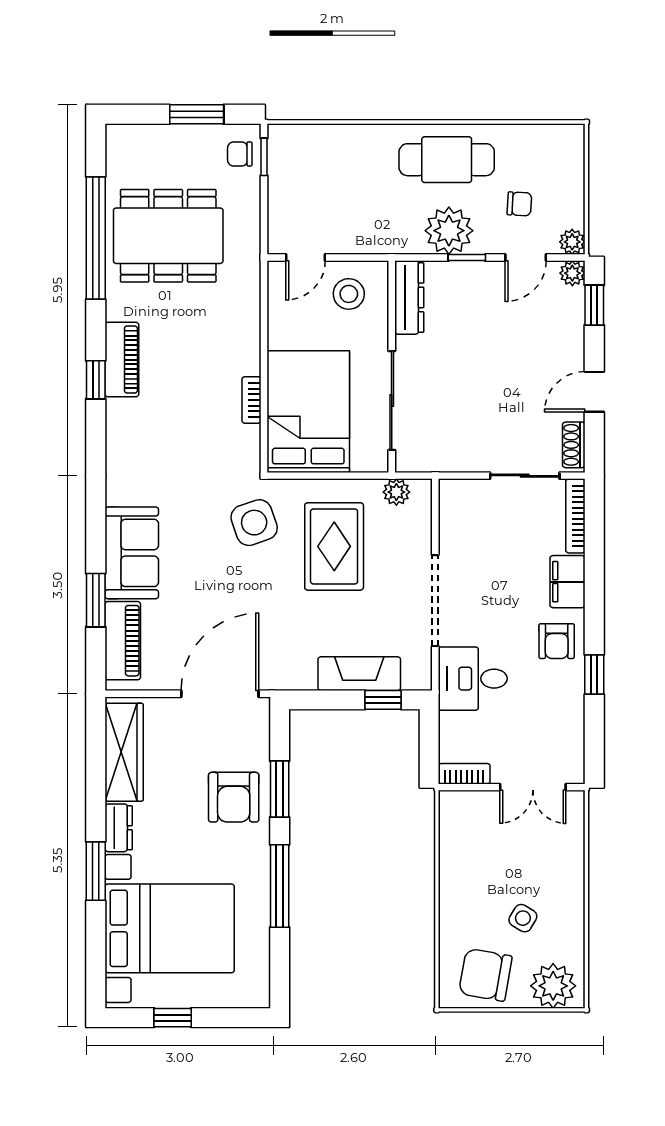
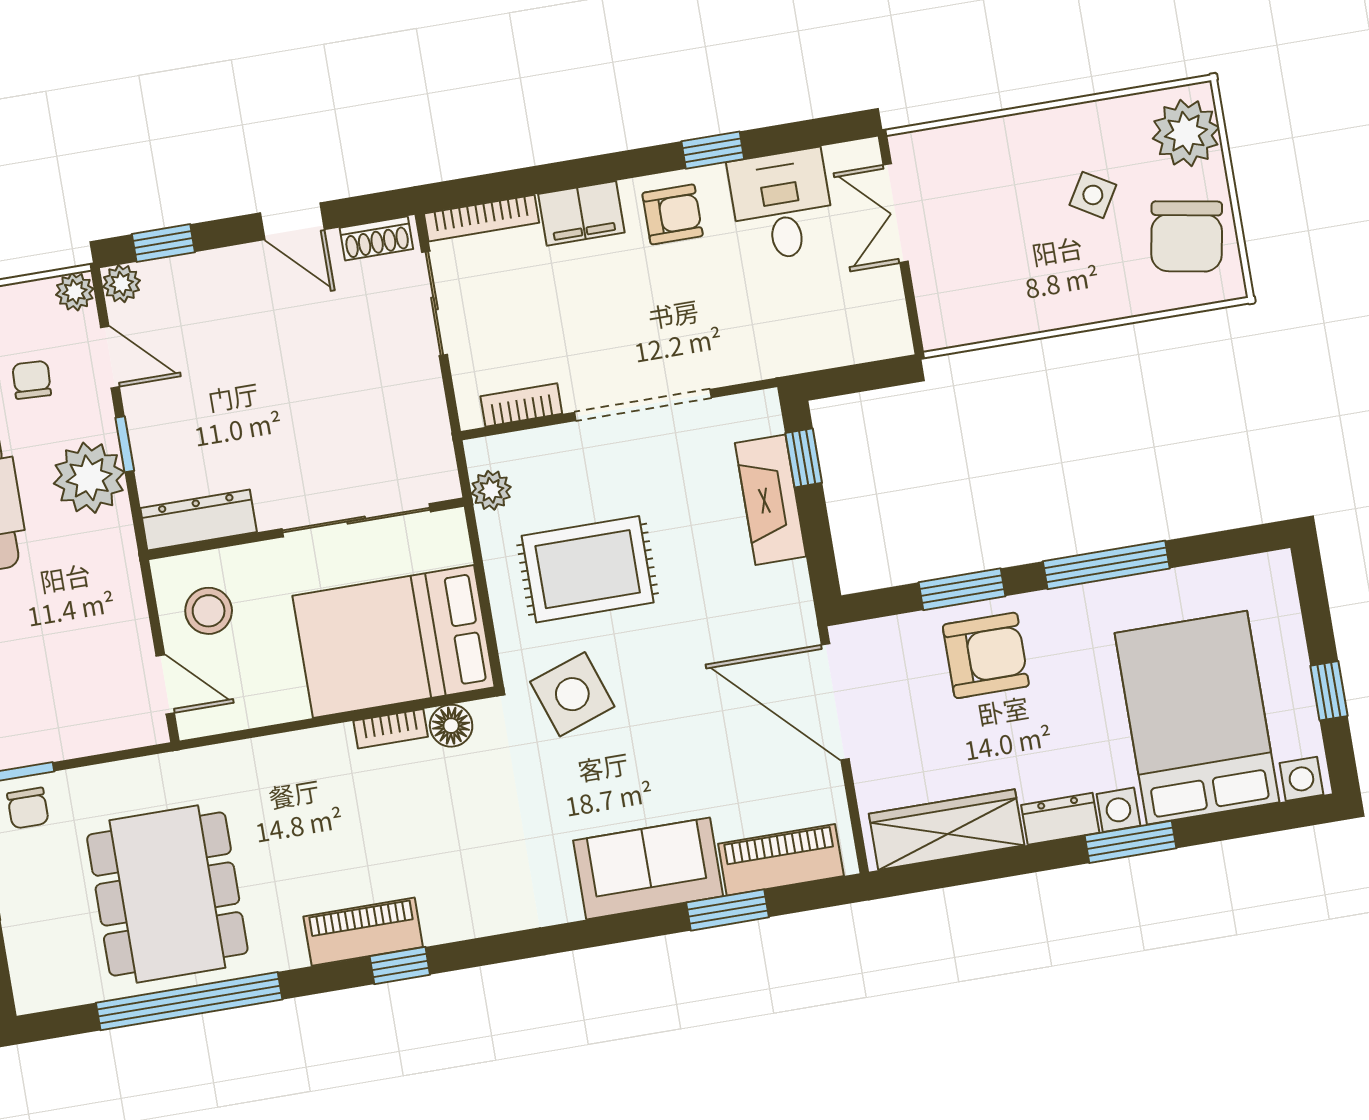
floor lamp: (247, 440) -> (451, 726), added
desk: (473, 679) -> (782, 205), moved, turned 180
bookcase: (464, 774) -> (521, 405), moved, turned 90
double door: (533, 787) -> (896, 213), swing flipped

